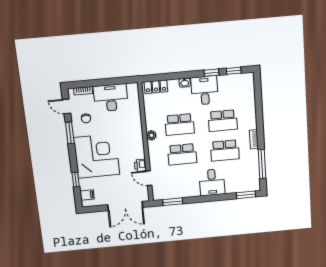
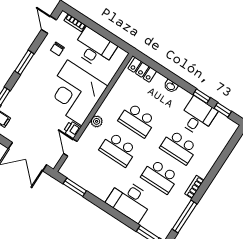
desk: (205, 90) -> (198, 116), moved
window: (70, 133) -> (24, 62), moved
plant: (151, 135) -> (97, 121), moved
corner desk: (97, 156) -> (75, 93), moved, turned 180
desk: (212, 182) -> (130, 200), width x1.37

